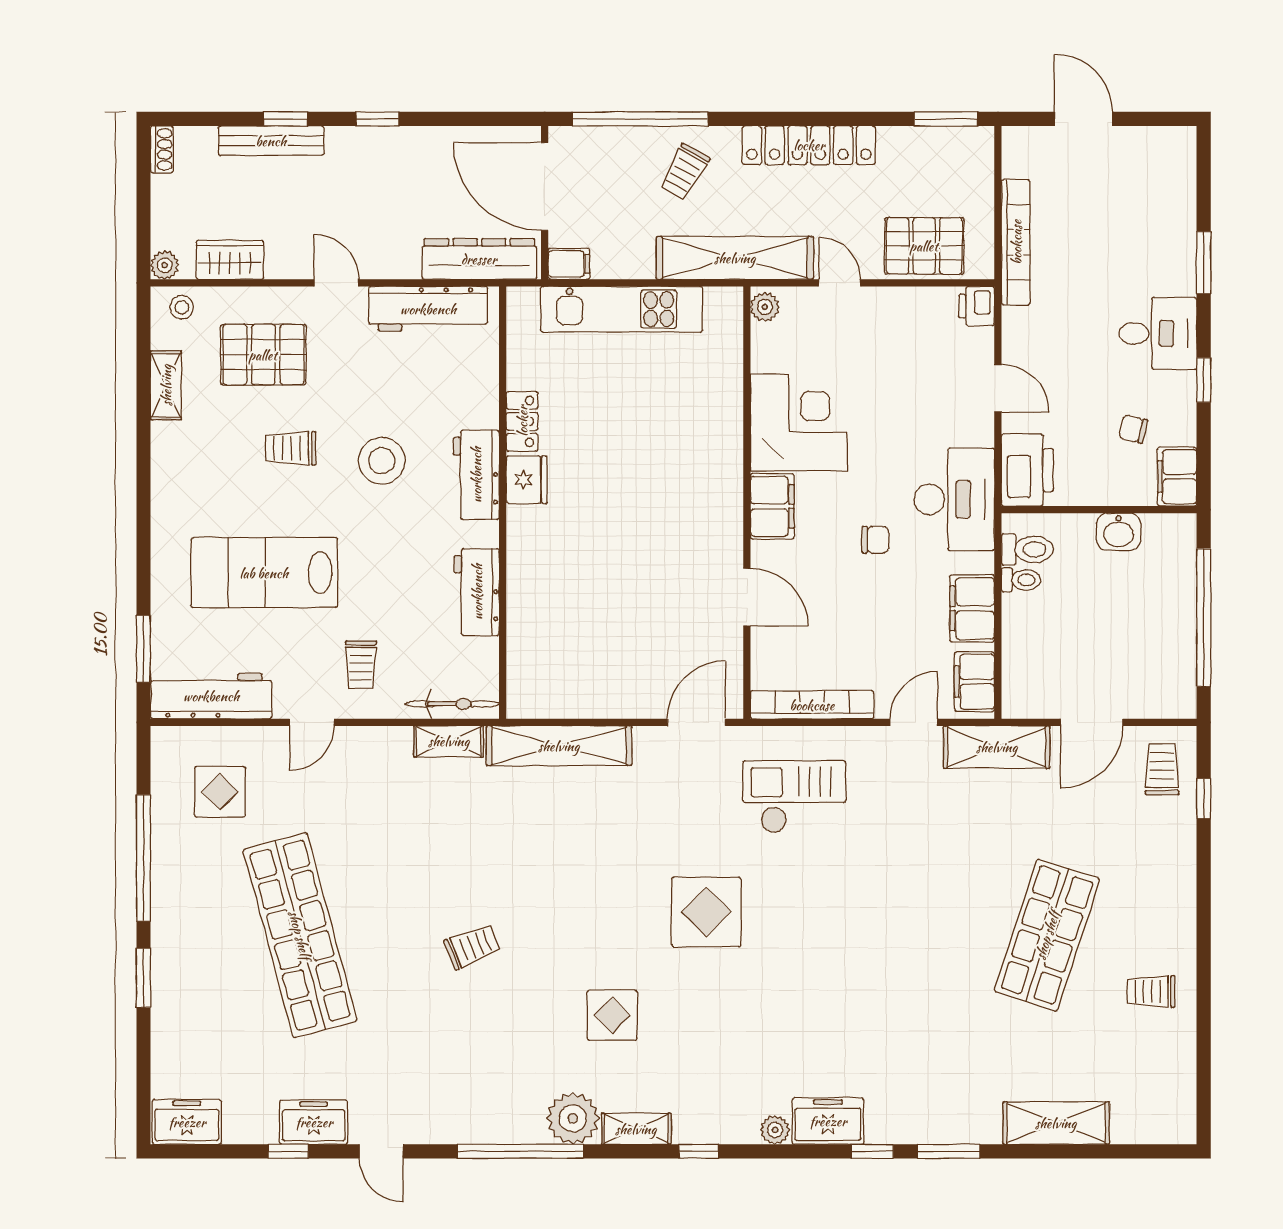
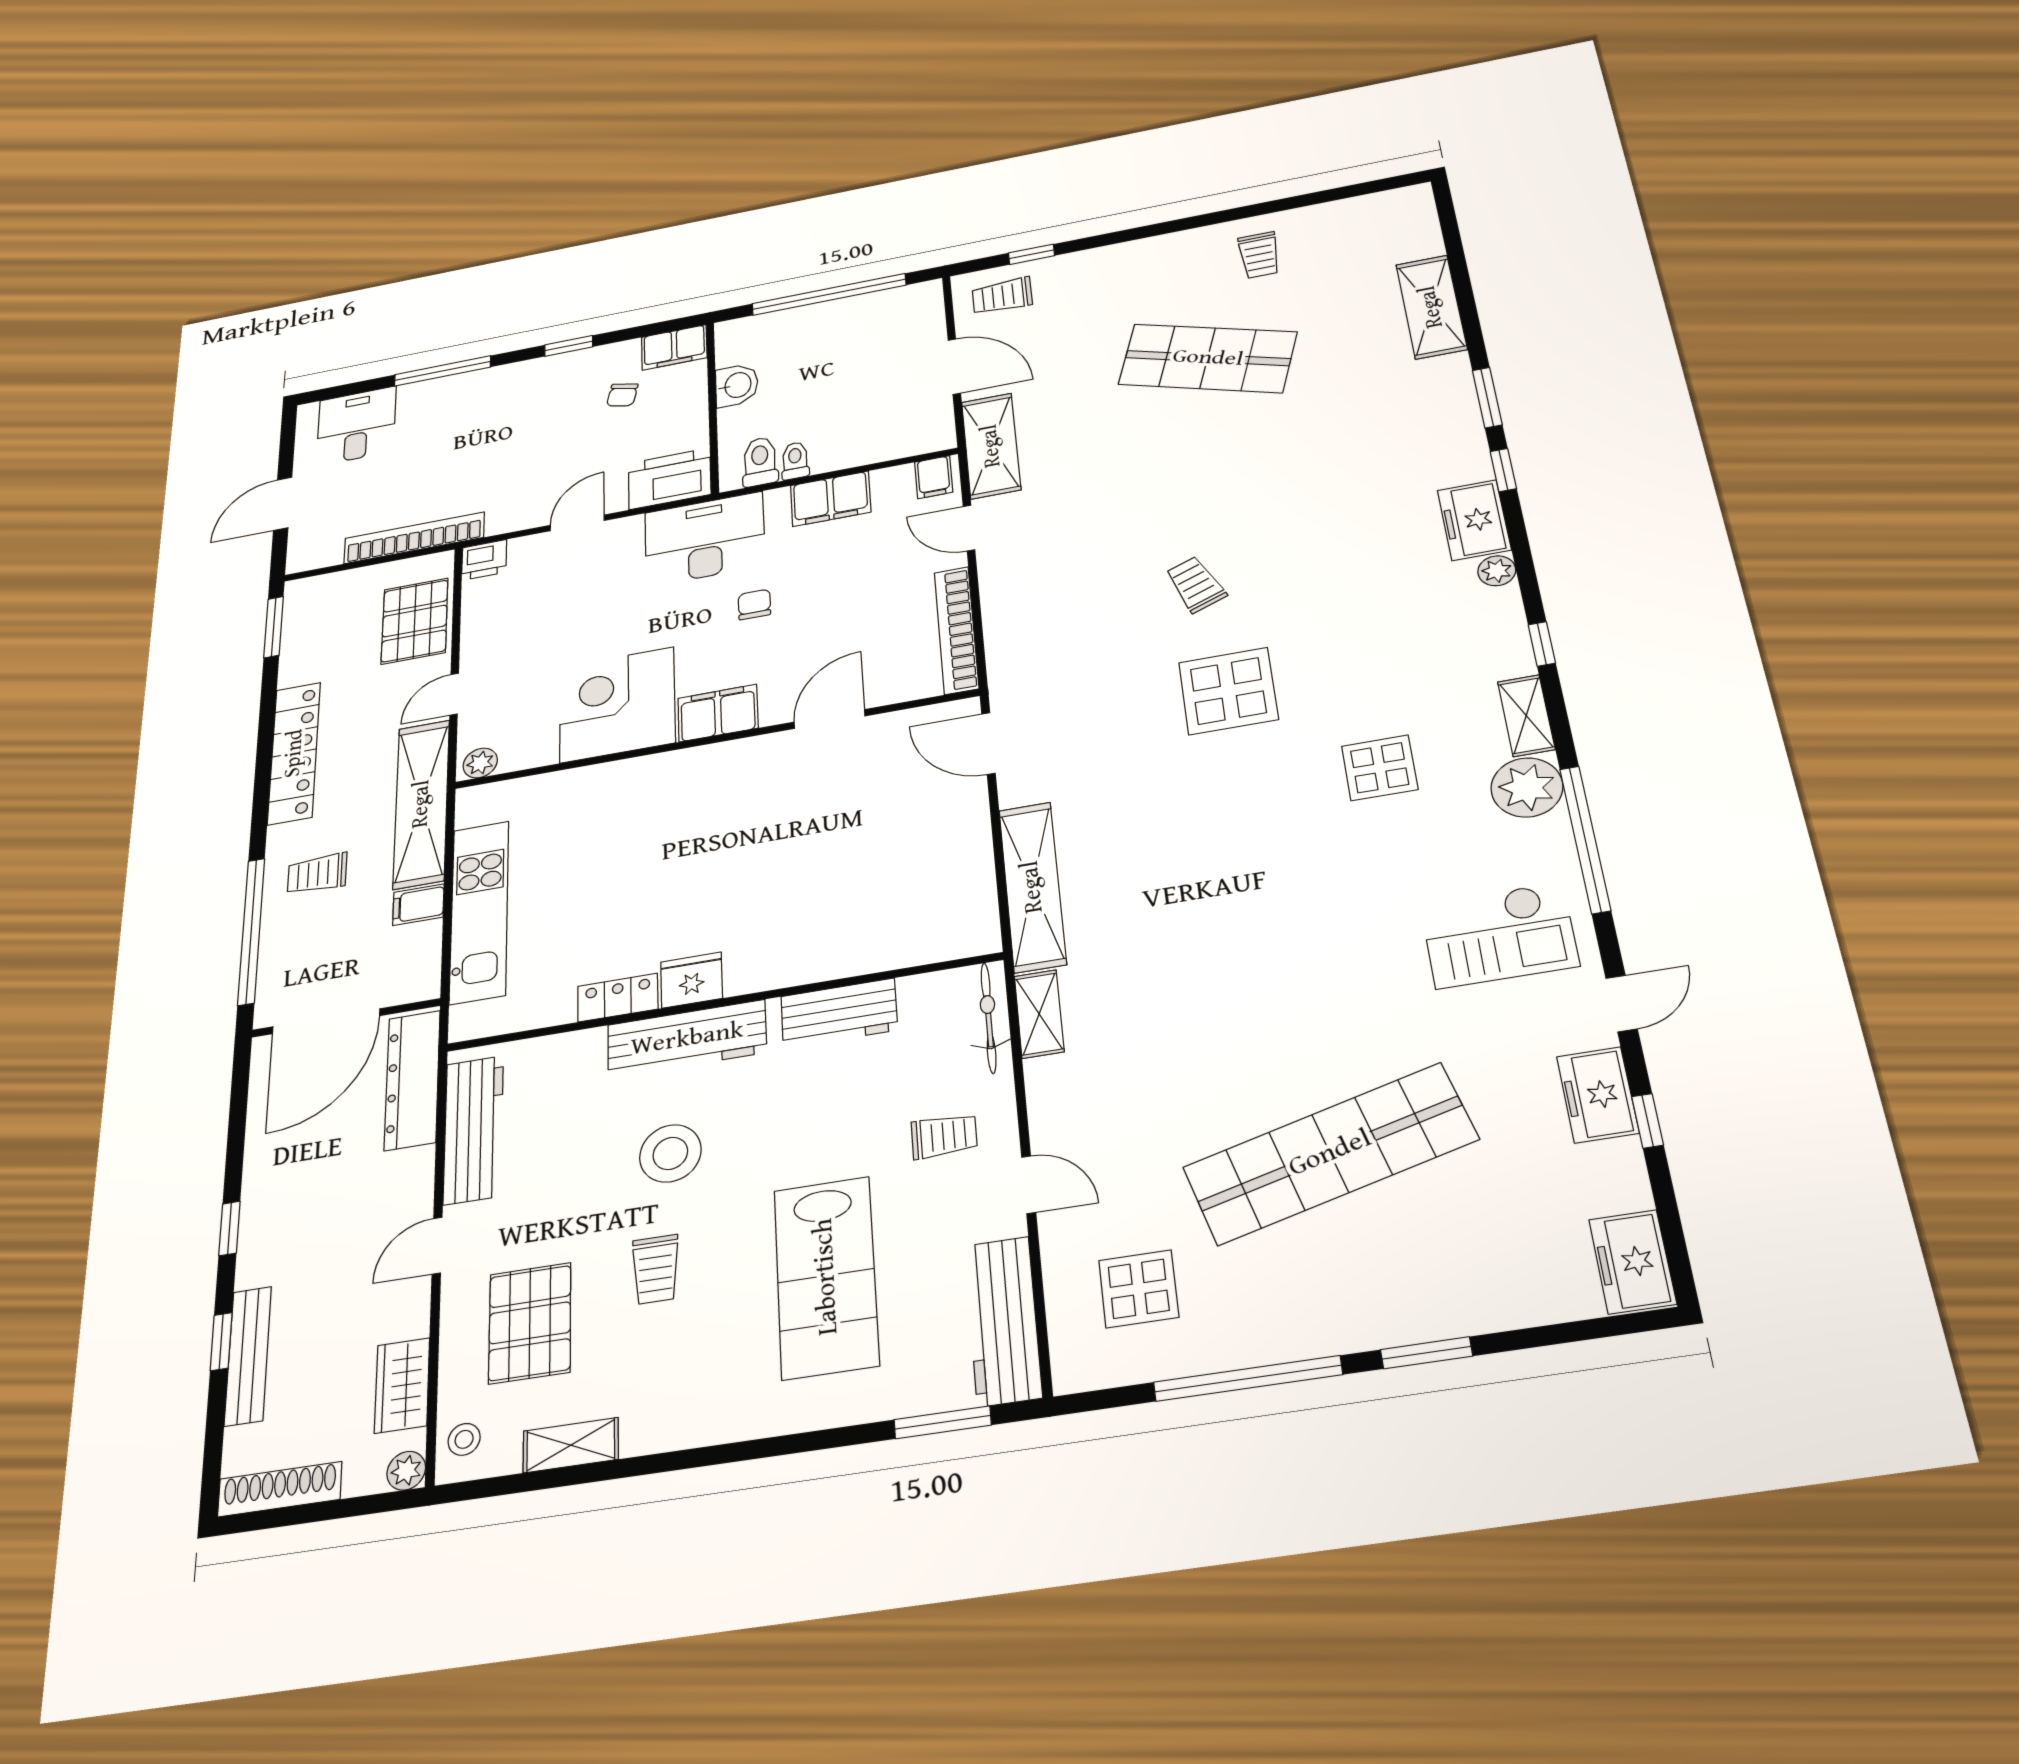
shoe rack: (162, 149) -> (280, 1489), width x1.94, depth x1.24
trolley: (684, 172) -> (317, 874), turned 150
window: (1204, 263) -> (443, 371), width x1.44
filing cabinet: (569, 264) -> (418, 905), moved, turned -90
desk: (1158, 333) -> (356, 426), moved
workbench: (476, 475) -> (687, 1039), width x1.38
filing cabinet: (974, 682) -> (934, 477), width x0.50
checkout: (794, 797) -> (1499, 935), moved, turned -90
trolley: (472, 946) -> (1196, 584), moved

